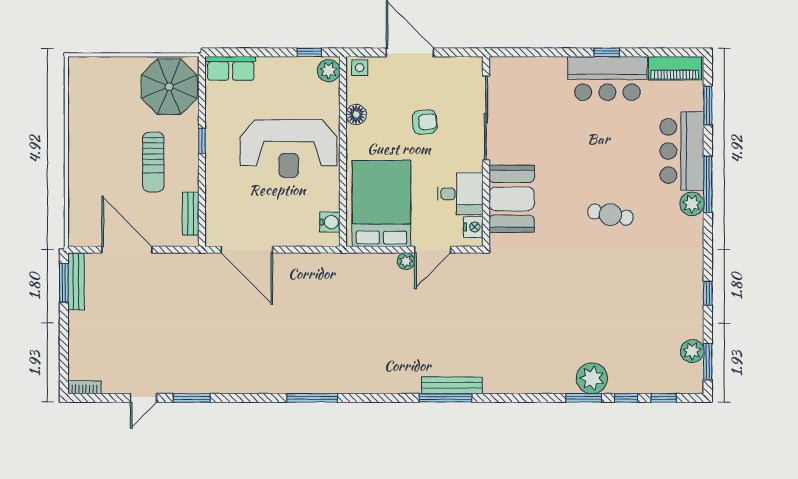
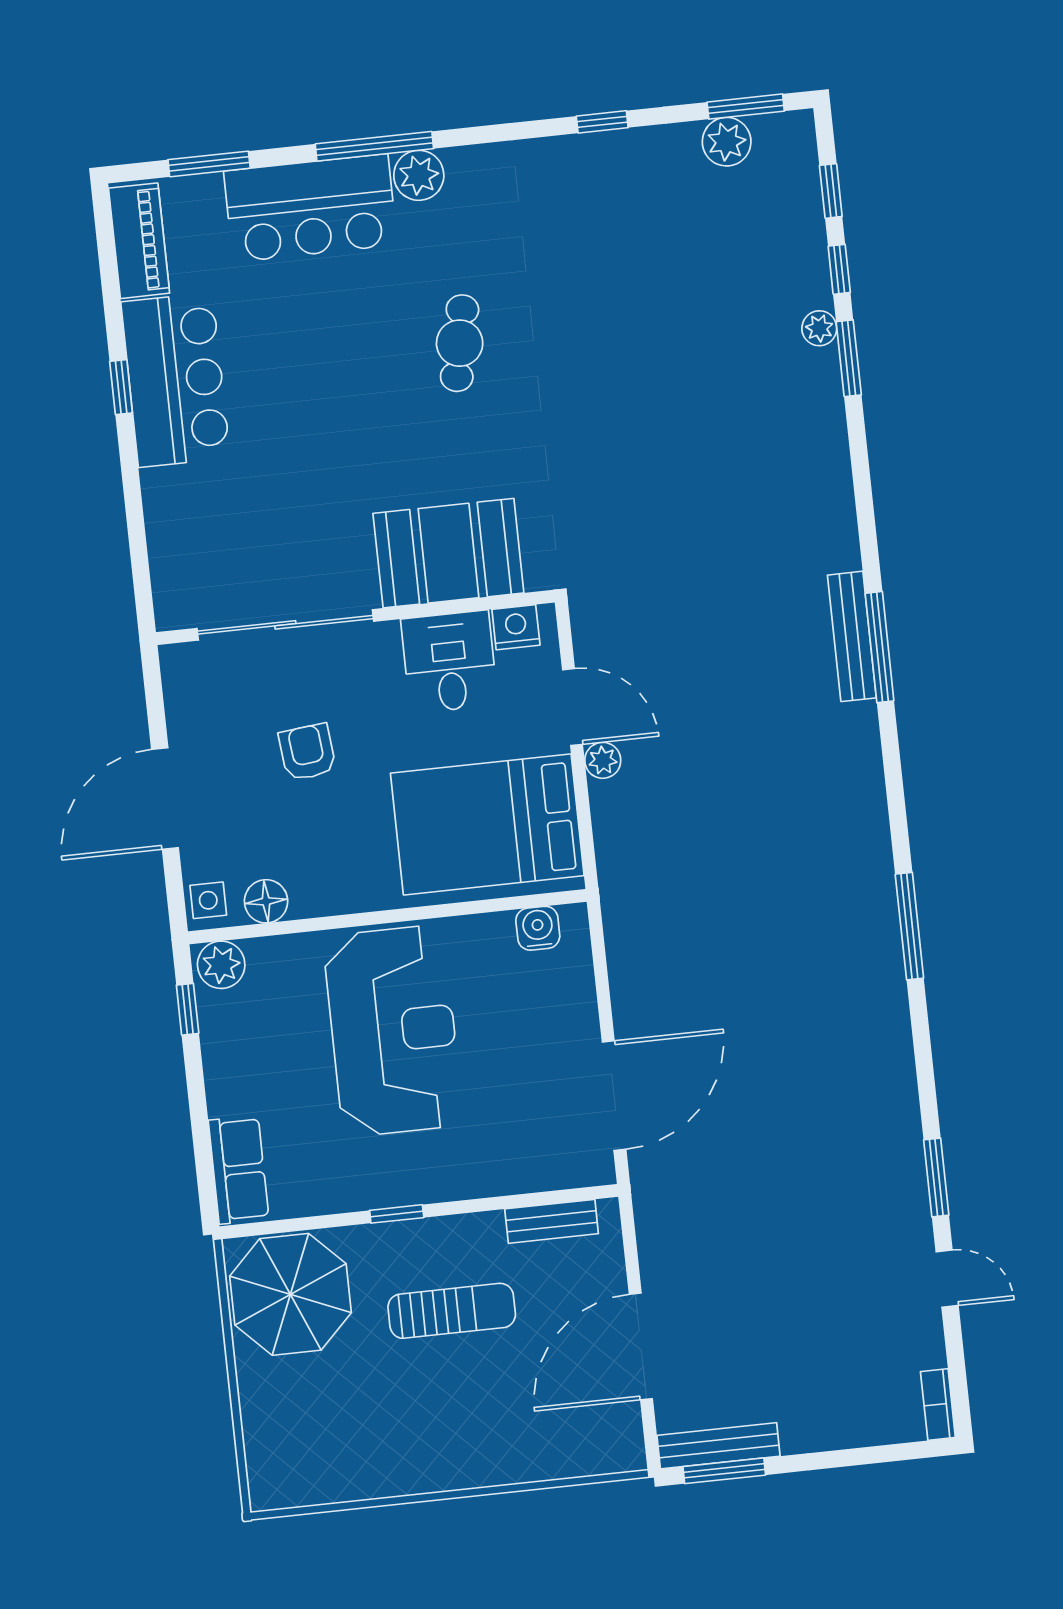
floor lamp: (356, 114) -> (266, 901), moved
plant: (592, 378) -> (819, 328), width x0.53, depth x0.53

